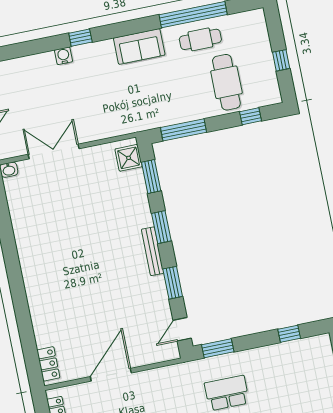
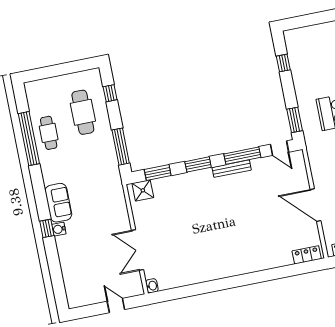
sofa: (139, 46) -> (58, 203), moved
water cooler: (64, 56) -> (59, 229), moved
window: (281, 60) -> (66, 69), removed
cafe table: (226, 82) -> (83, 112), turned 90
bench: (153, 251) -> (232, 169), moved
window: (173, 283) -> (242, 156), width x1.44

